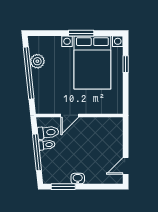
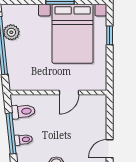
door: (70, 115) -> (69, 93), moved
toilet: (47, 145) -> (23, 140), moved

